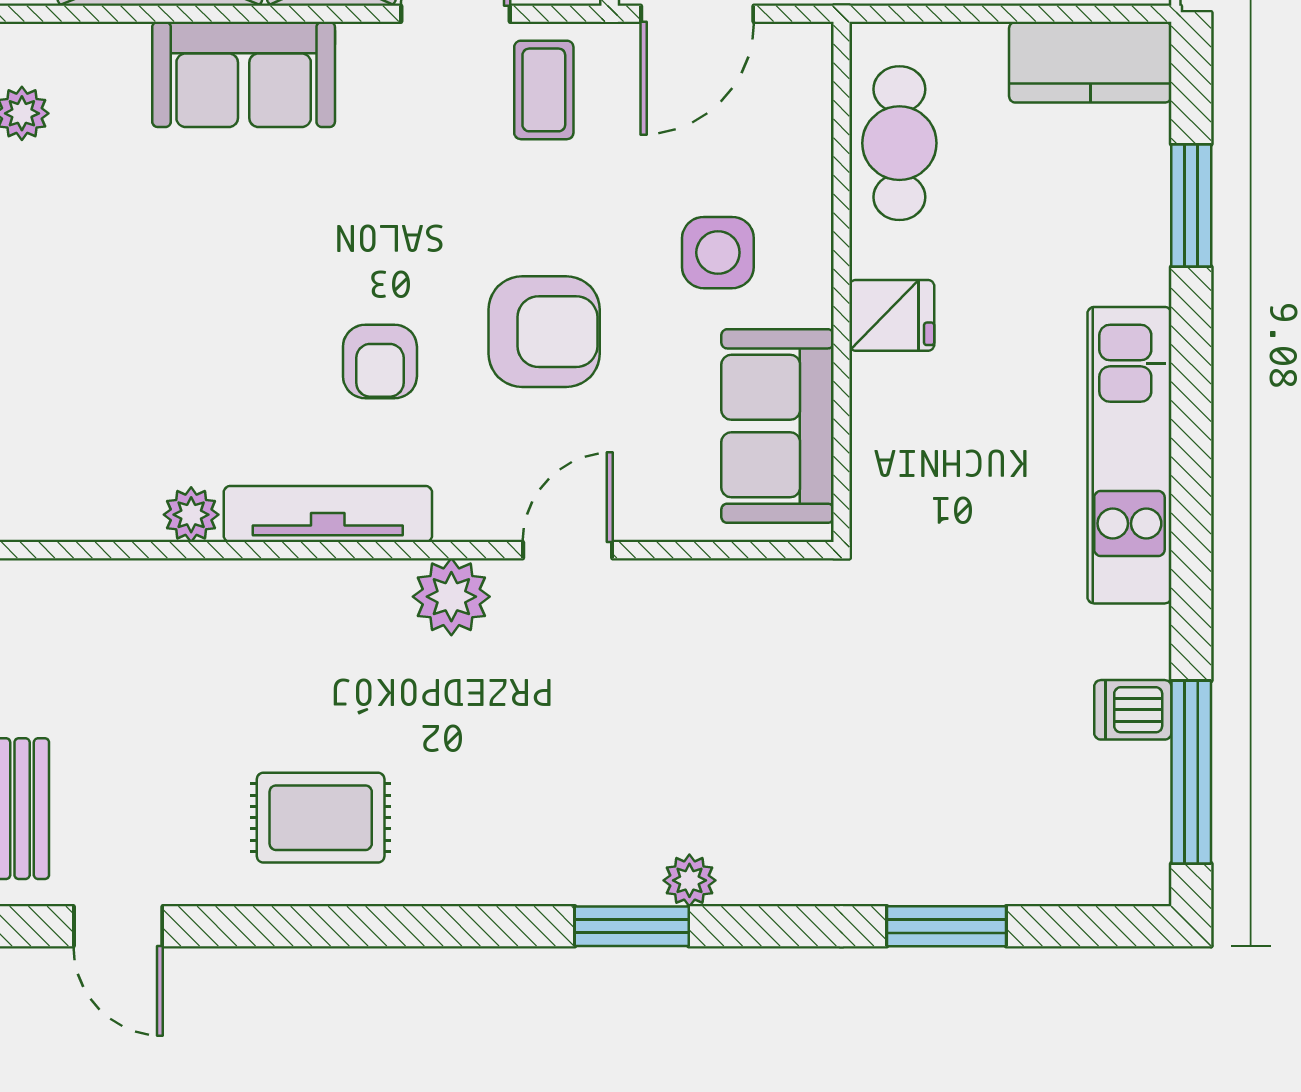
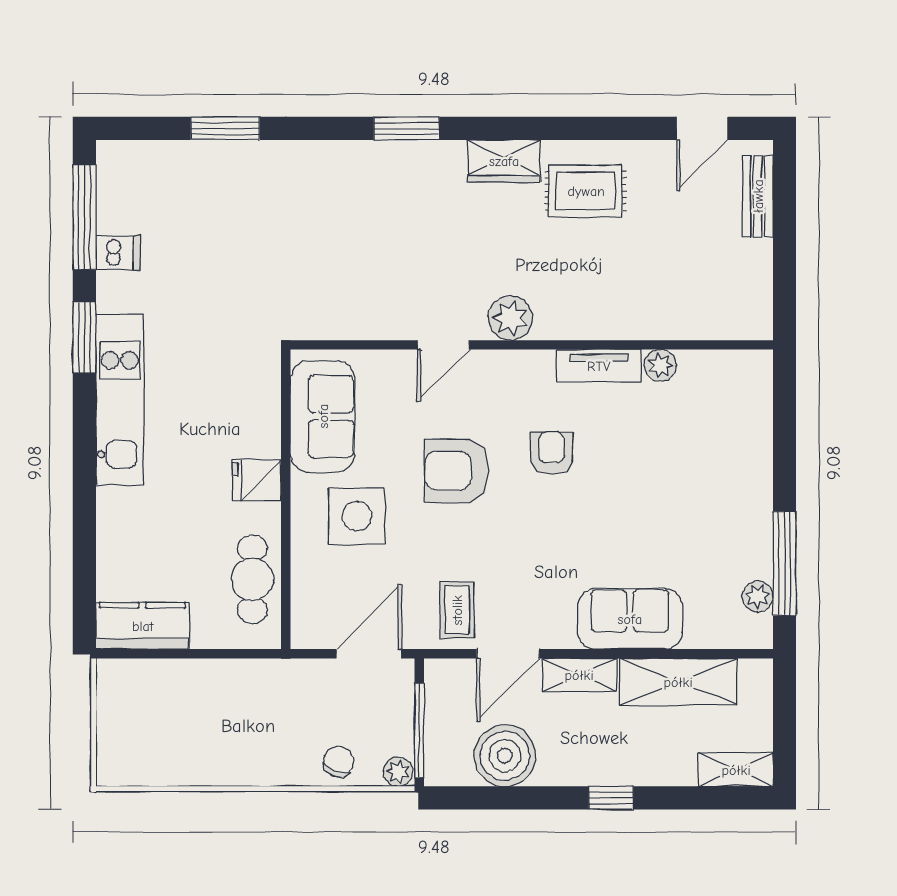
window: (1191, 206) -> (84, 337), moved
side table: (718, 253) -> (357, 516), width x1.37, depth x1.37
tv unit: (328, 514) -> (599, 366), width x0.71
wardrobe: (463, 870) -> (504, 161), added
plant: (689, 880) -> (373, 155), removed
door: (118, 926) -> (702, 128), swing flipped

